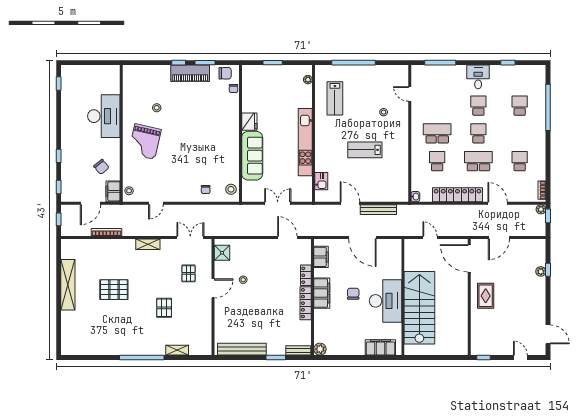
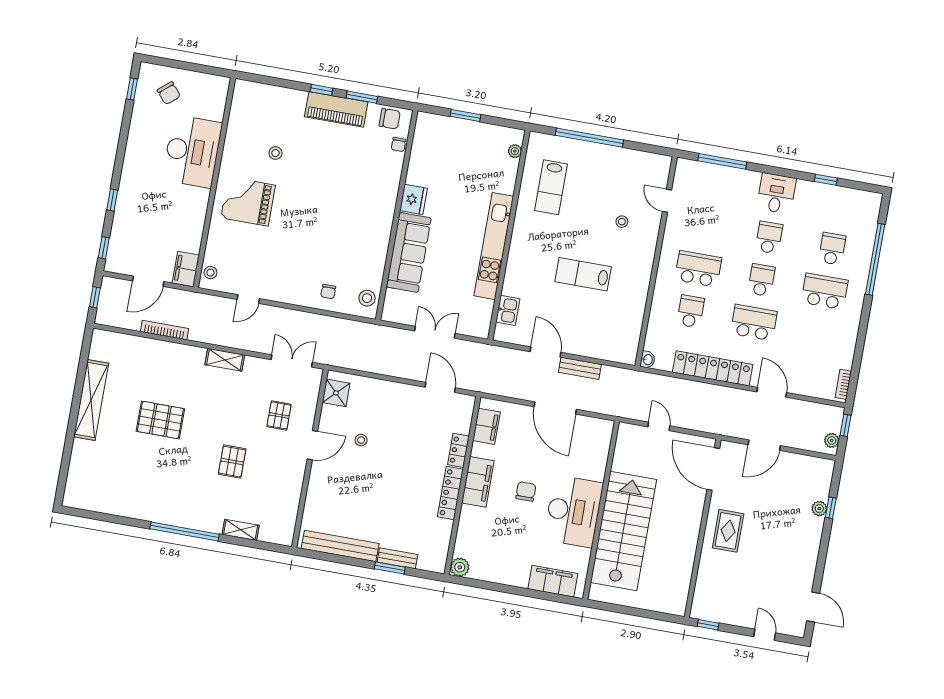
grand piano: (145, 142) -> (248, 202), turned 77
school desk: (520, 161) -> (825, 291), moved, width x1.85
chair: (101, 167) -> (169, 93), moved
plant: (541, 209) -> (832, 440), moved
bench: (378, 210) -> (580, 368), width x0.73
bench: (298, 350) -> (397, 558), moved

